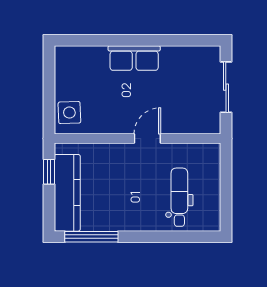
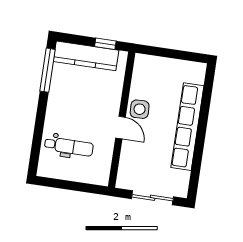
row of seats: (134, 58) -> (187, 127), width x2.02
side table: (69, 113) -> (140, 109), moved

